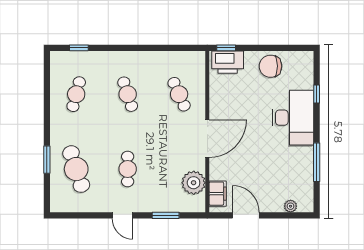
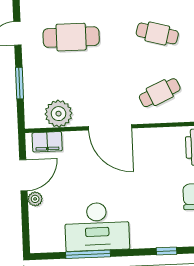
cafe table: (128, 94) -> (157, 33), turned 33
desk: (293, 118) -> (97, 227), moved
cafe table: (128, 169) -> (71, 37), width x1.37, depth x1.35
plant: (291, 206) -> (35, 199), moved

